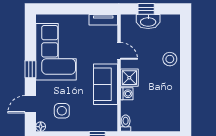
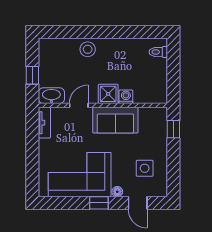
washbasin: (148, 22) -> (51, 96), moved, turned -90
toilet: (126, 123) -> (158, 52), moved
floor lamp: (41, 127) -> (117, 192), moved

